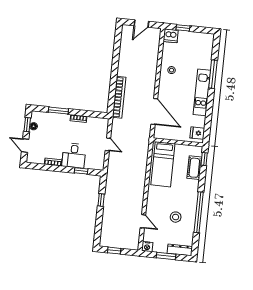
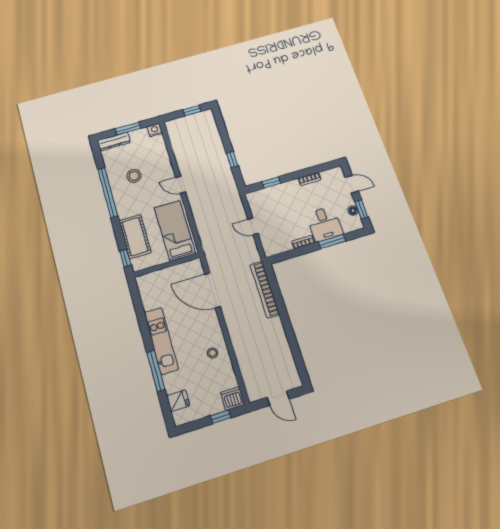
door: (141, 24) -> (278, 398), swing flipped
fridge: (197, 133) -> (178, 401), moved
desk: (74, 156) -> (325, 224), moved, turned 180
cot: (194, 168) -> (135, 236), width x1.37, depth x1.34
door: (143, 221) -> (180, 185), moved

